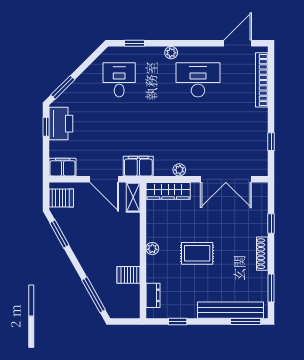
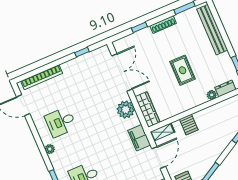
desk: (198, 80) -> (61, 122), width x0.73
plant: (179, 170) -> (126, 110), width x1.88, depth x1.88
plant: (152, 249) -> (212, 95), moved
server rack: (128, 275) -> (189, 125), moved
window: (246, 321) -> (216, 16), removed

